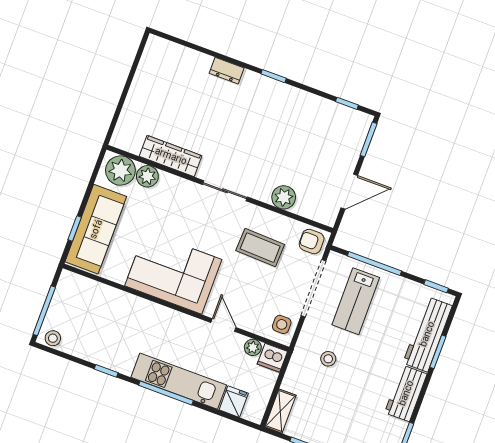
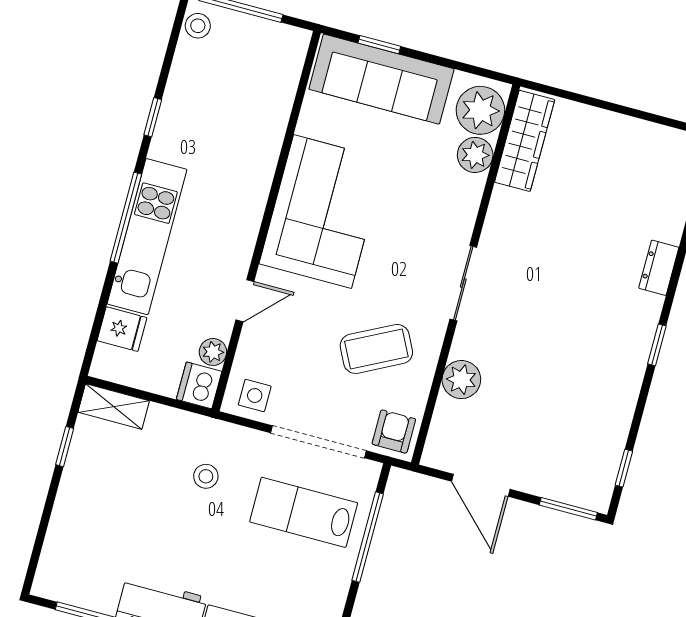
wardrobe: (171, 156) -> (525, 141), moved
coffee table: (260, 248) -> (376, 349), turned 61

